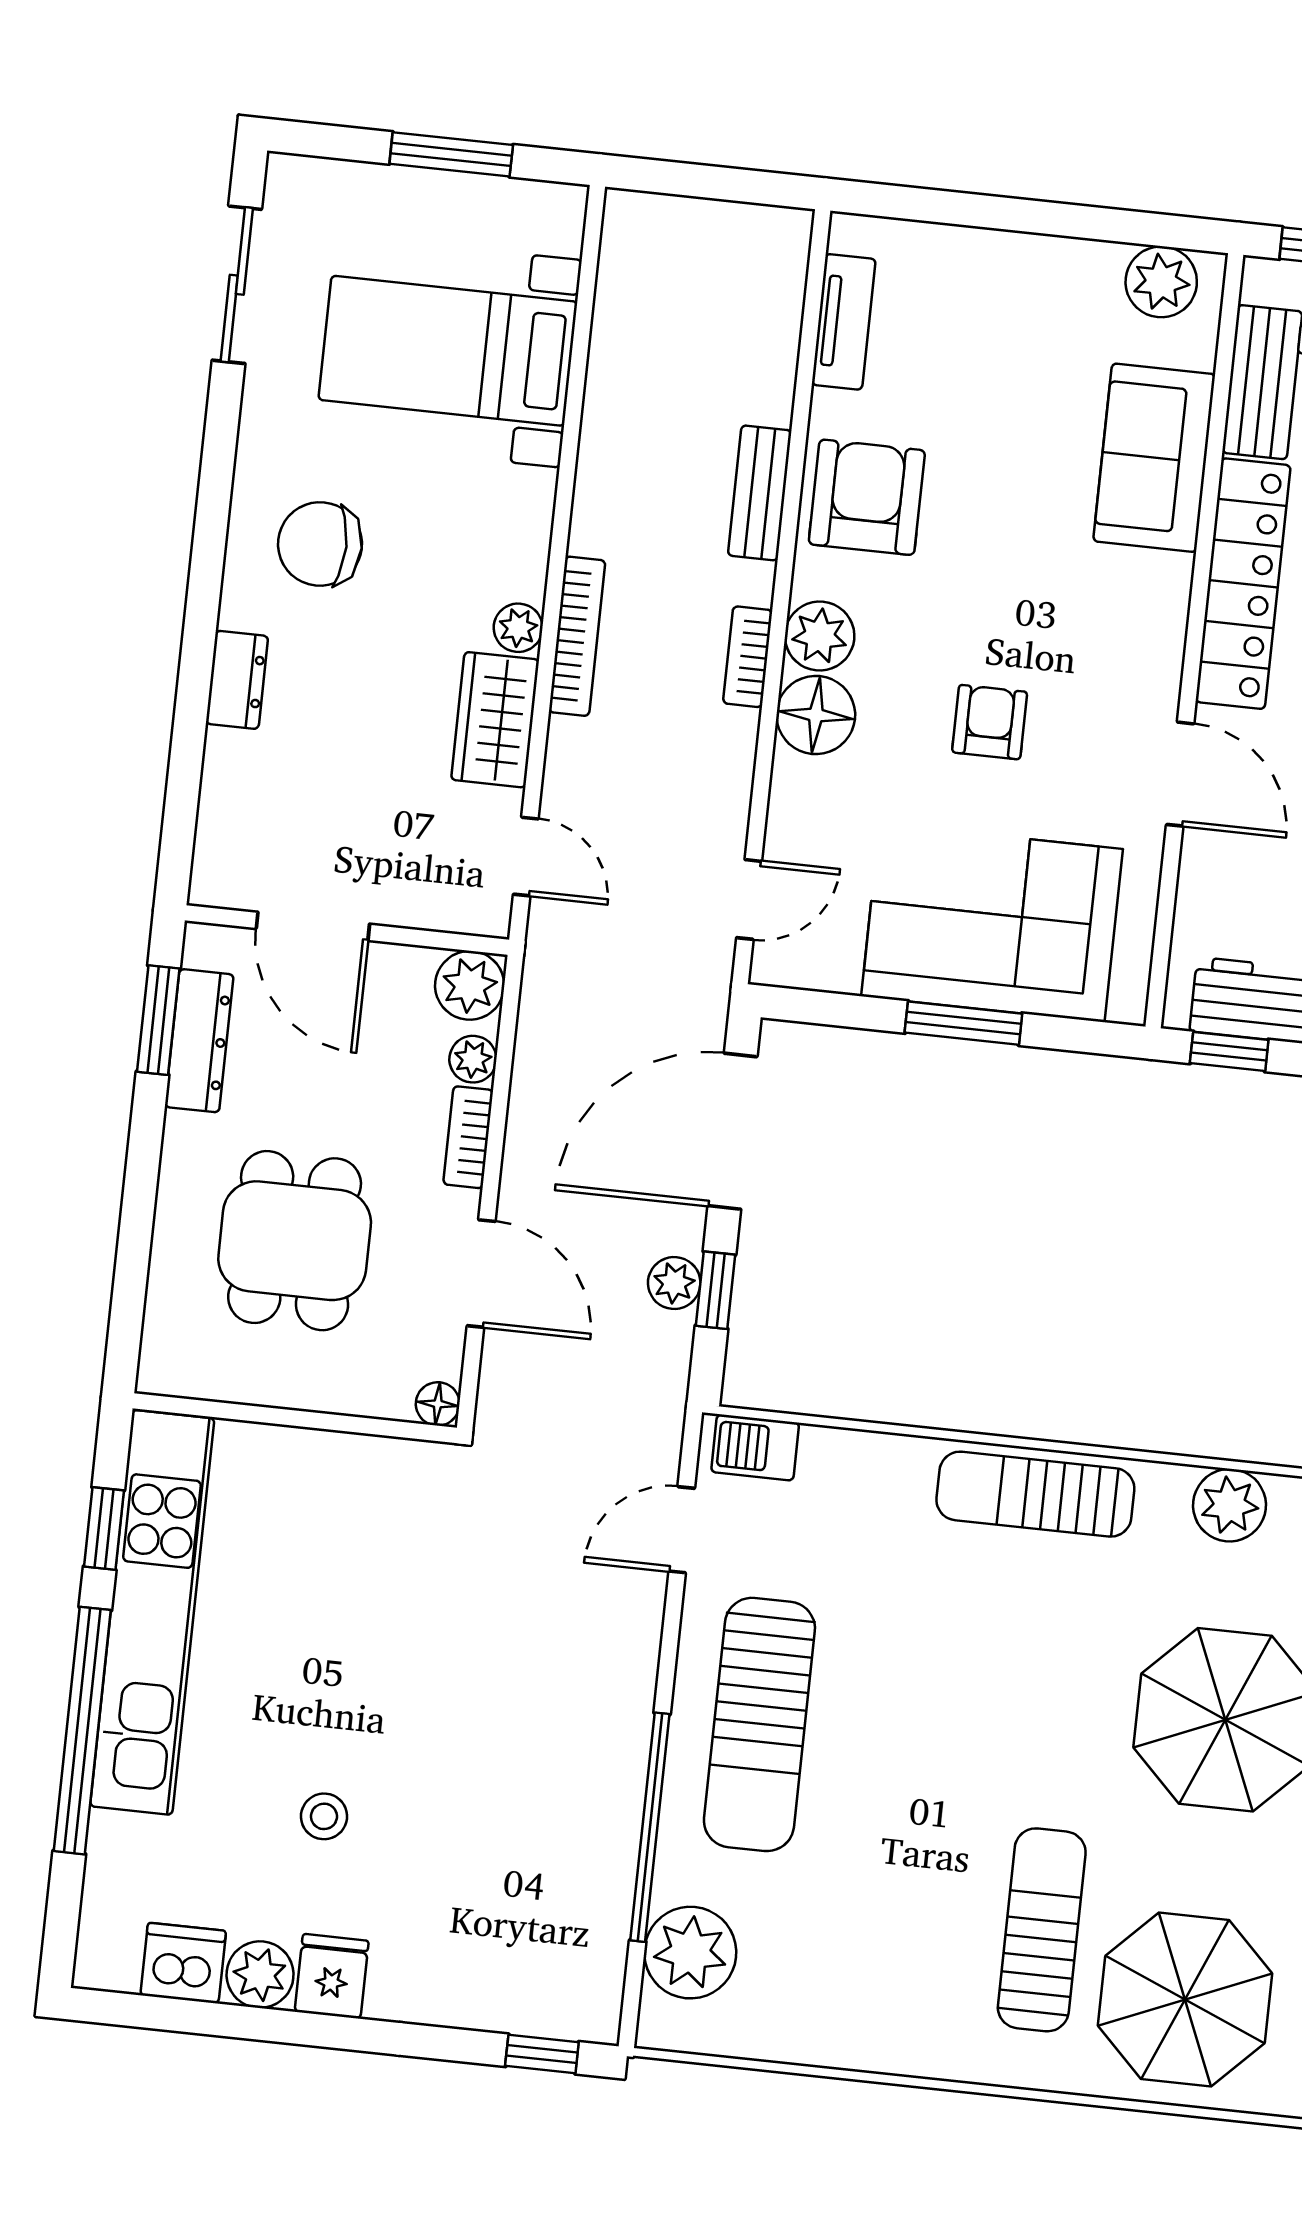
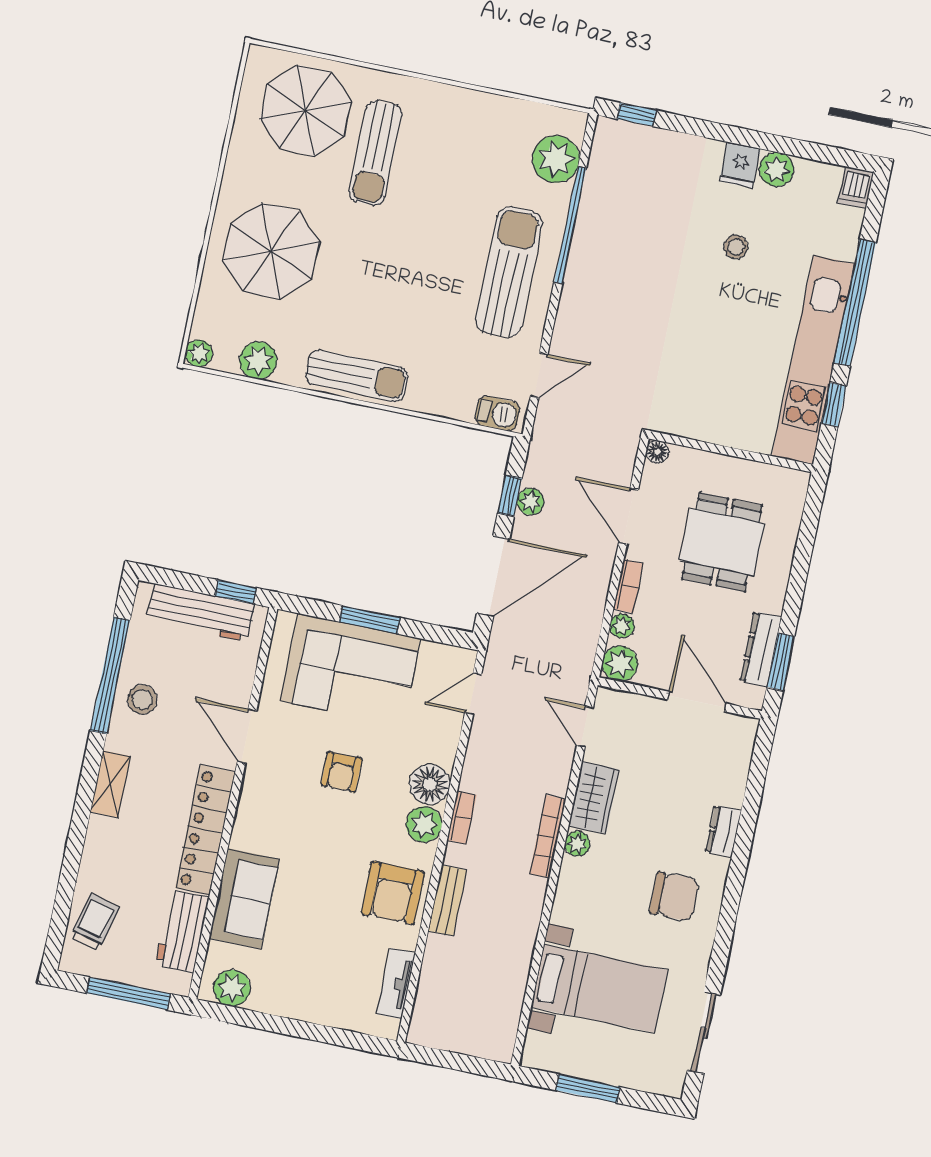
dishwasher: (183, 1963) -> (856, 187), moved, width x0.73

